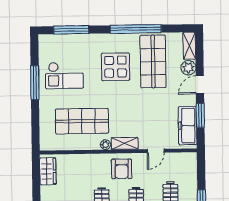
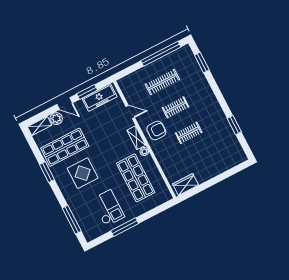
window: (136, 29) -> (47, 172), width x0.47

